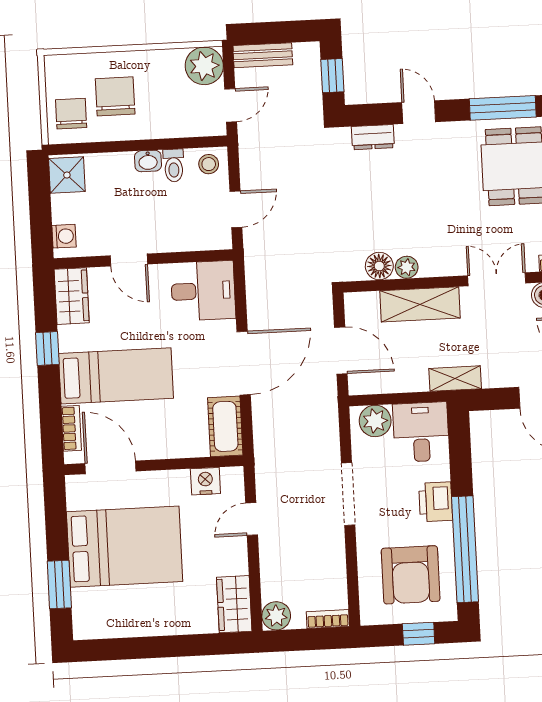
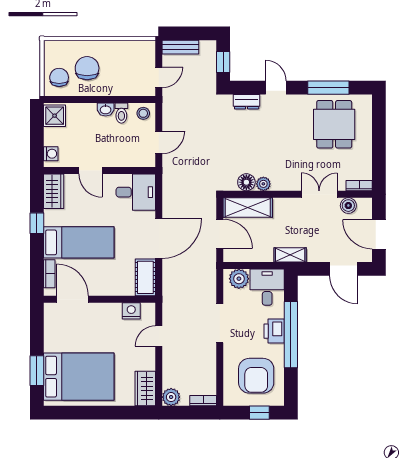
plant: (204, 66) -> (144, 52), removed
shelving: (420, 304) -> (248, 207), moved
bed: (125, 547) -> (79, 377), moved
window: (465, 549) -> (291, 335), moved

